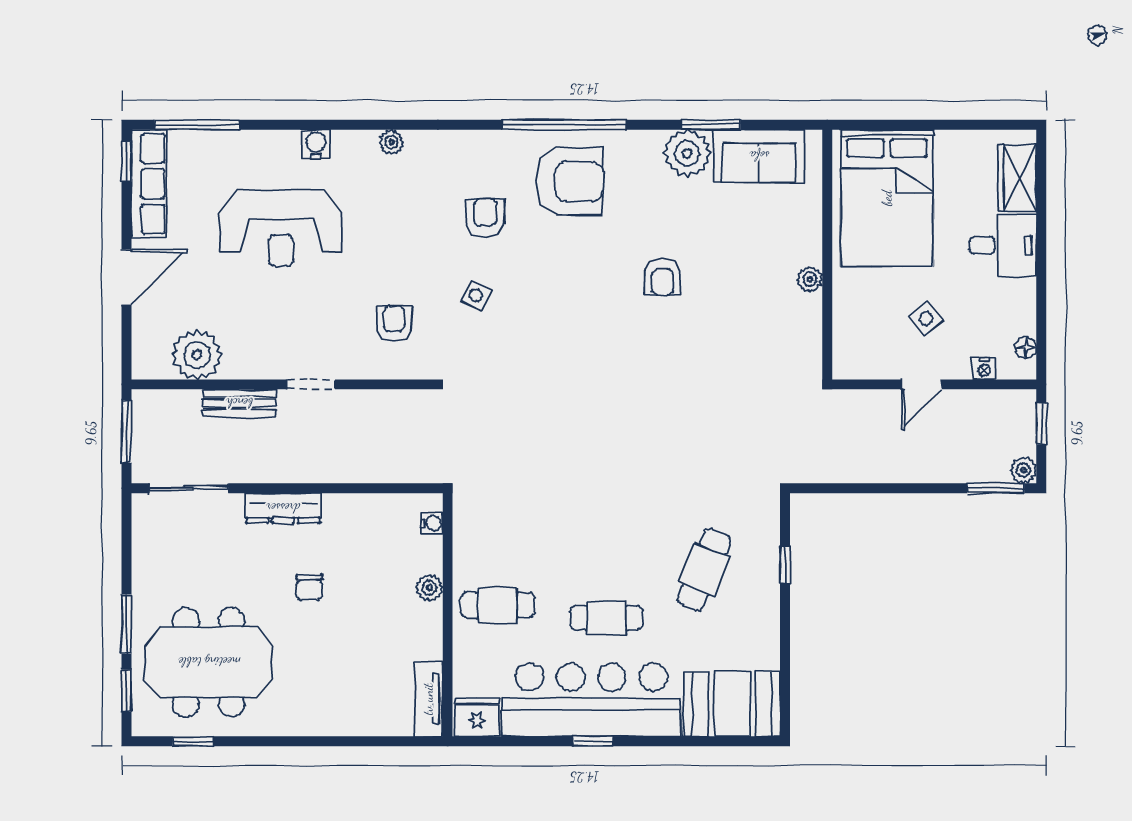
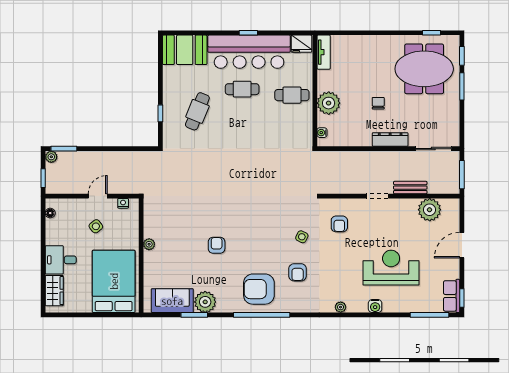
row of seats: (149, 184) -> (452, 296), width x0.68
nightstand: (984, 369) -> (123, 203), moved
plant: (429, 588) -> (329, 103), width x1.87, depth x1.87

